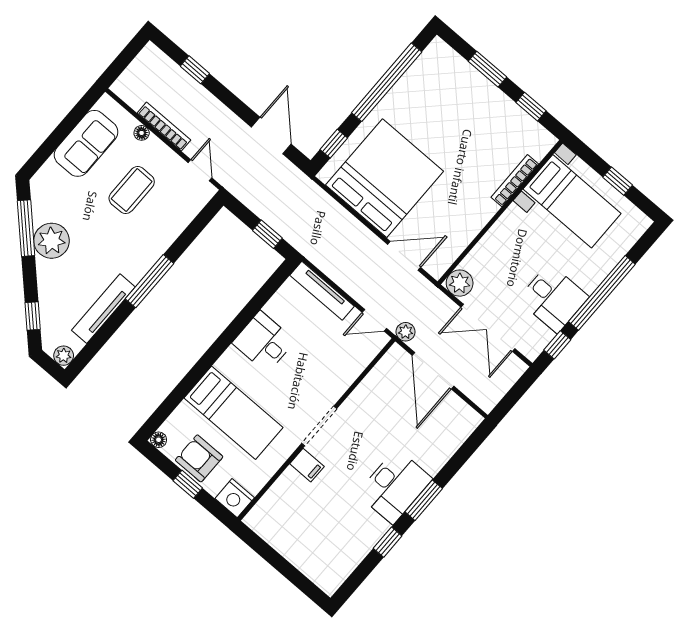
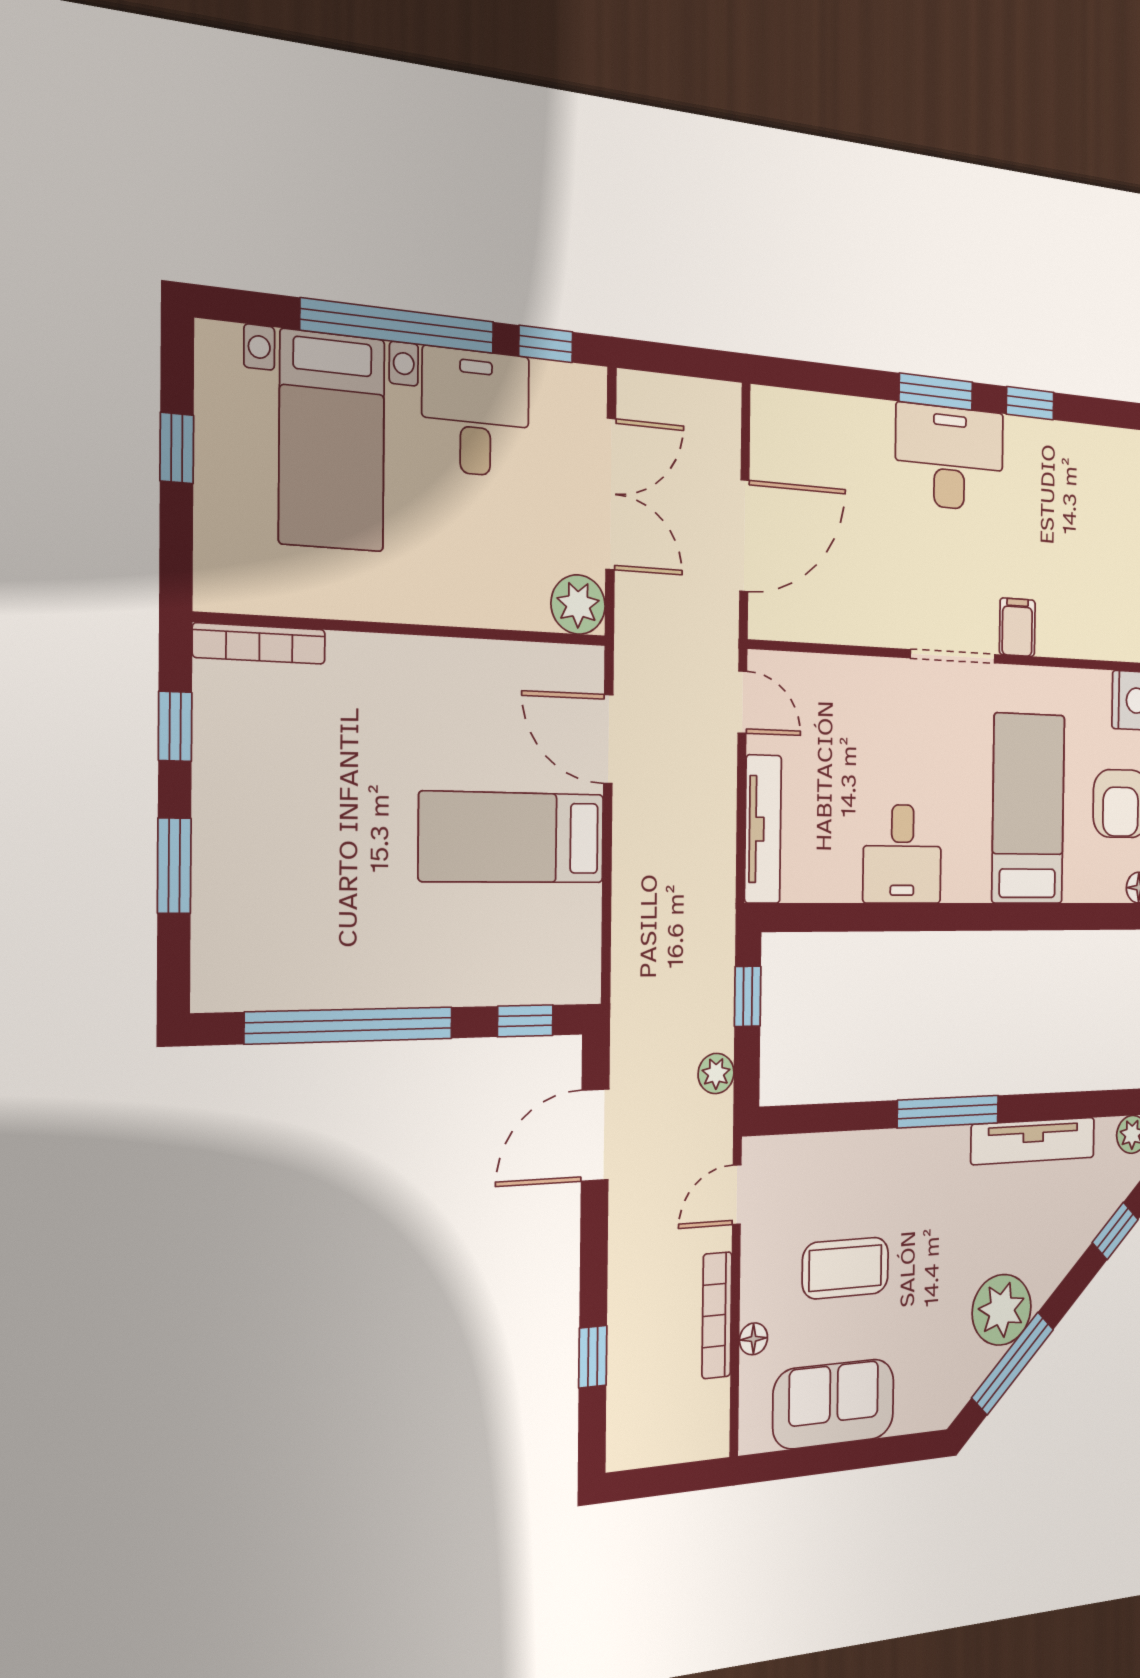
bed: (385, 178) -> (512, 837), width x0.49
bookcase: (515, 181) -> (259, 643), moved
bed with nightstands: (572, 201) -> (332, 441), moved, turned 180
plant: (406, 332) -> (716, 1073), moved

